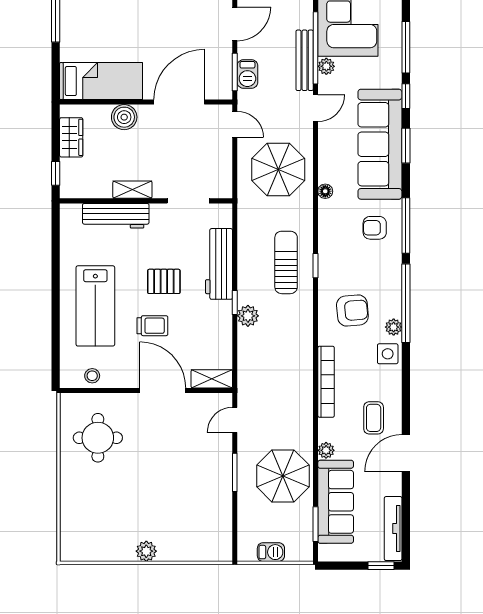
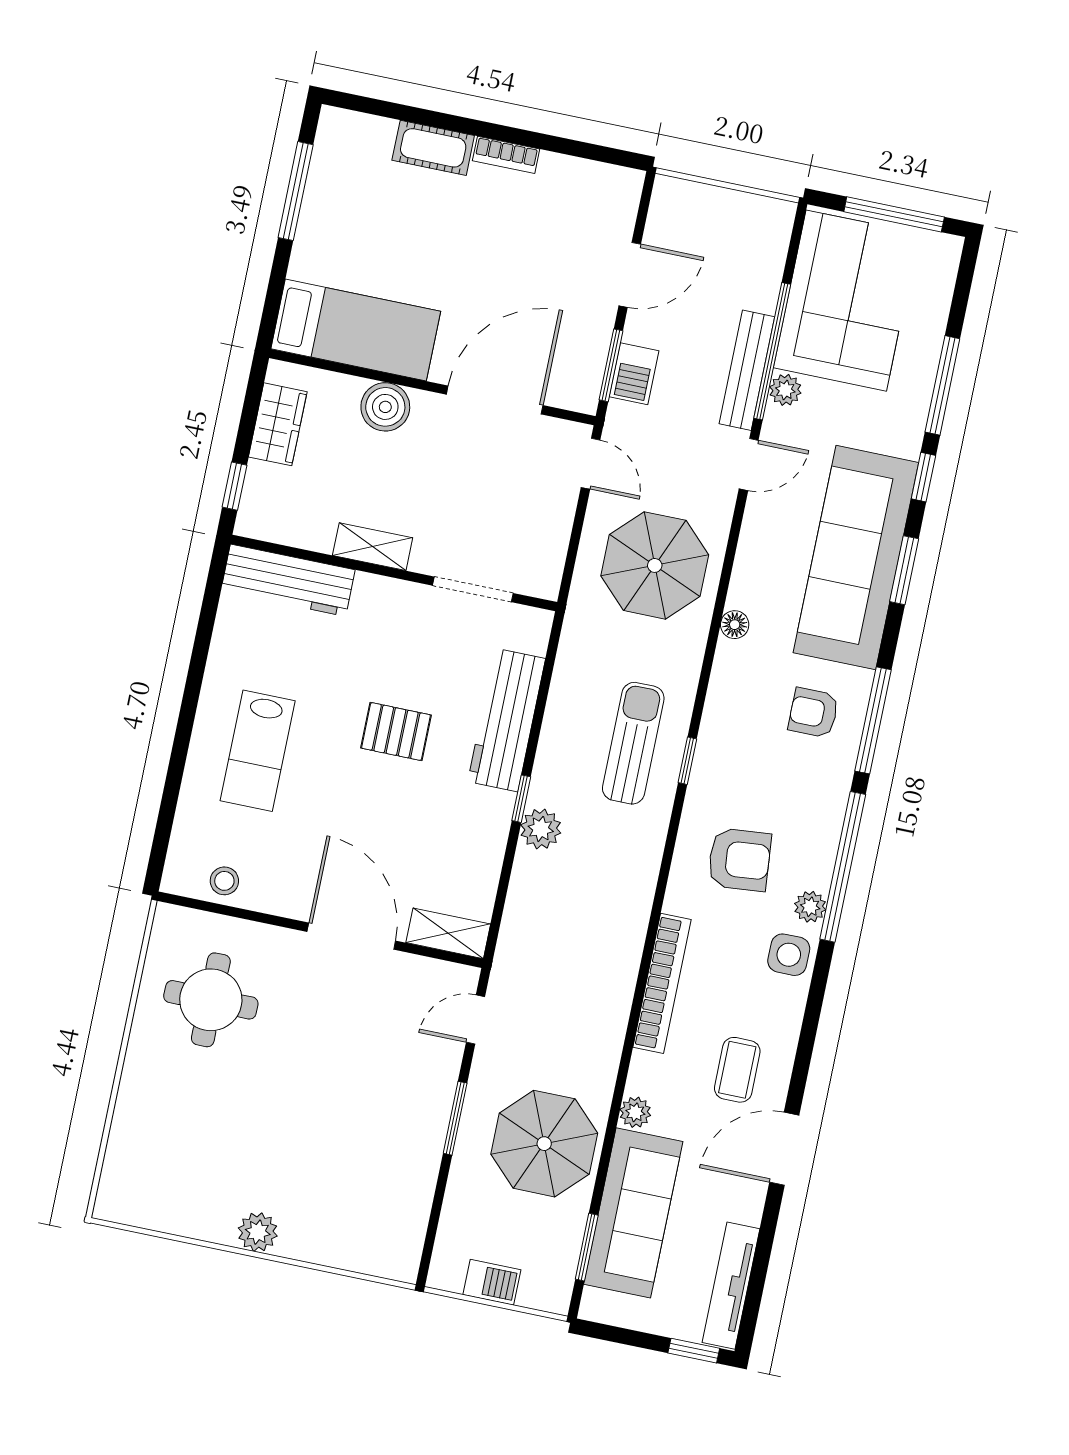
workbench: (116, 216) -> (288, 580), moved
lab bench: (95, 306) -> (258, 751), width x0.73, depth x0.72
trolley: (152, 326) -> (357, 810), removed

